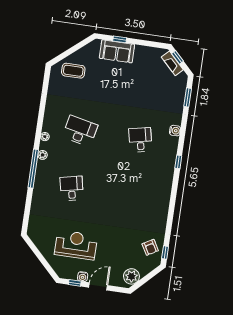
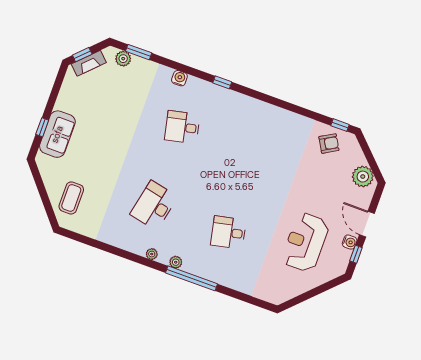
plant: (181, 87) -> (123, 59), added

